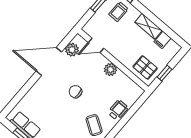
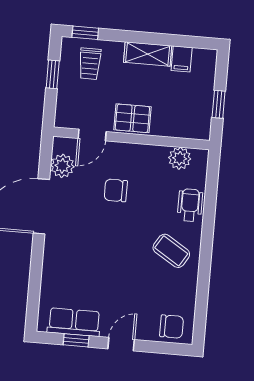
pallet: (145, 68) -> (132, 118), moved
plant: (110, 69) -> (180, 158), moved
chair: (75, 92) -> (116, 190), moved

